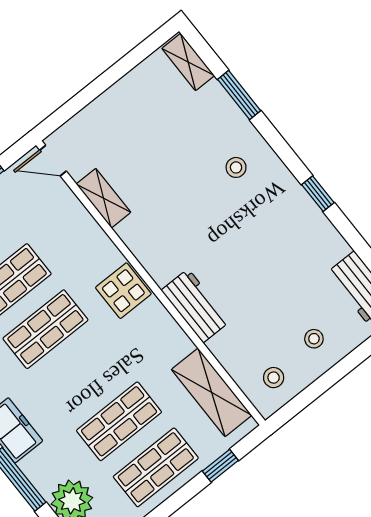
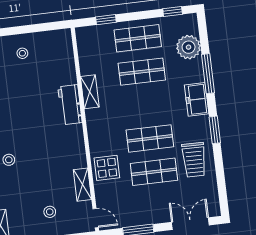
display table: (123, 291) -> (107, 168), moved
stool: (274, 378) -> (50, 212), moved
shelving: (212, 392) -> (90, 92), moved, width x0.67, depth x0.75

